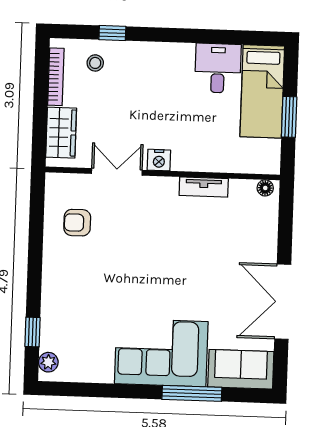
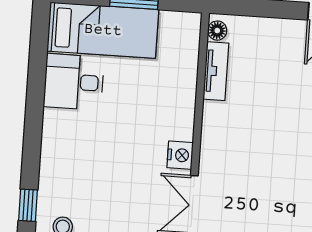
tv unit: (204, 187) -> (216, 71), moved

